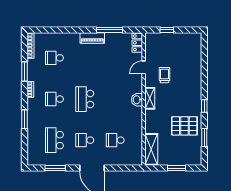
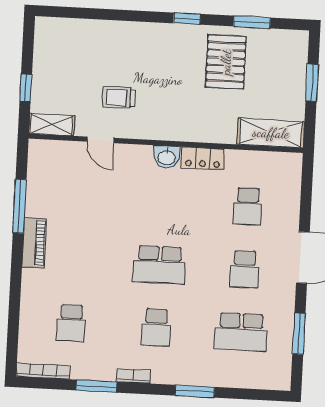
locker: (137, 43) -> (203, 158), moved
shelving: (150, 98) -> (52, 125), moved

